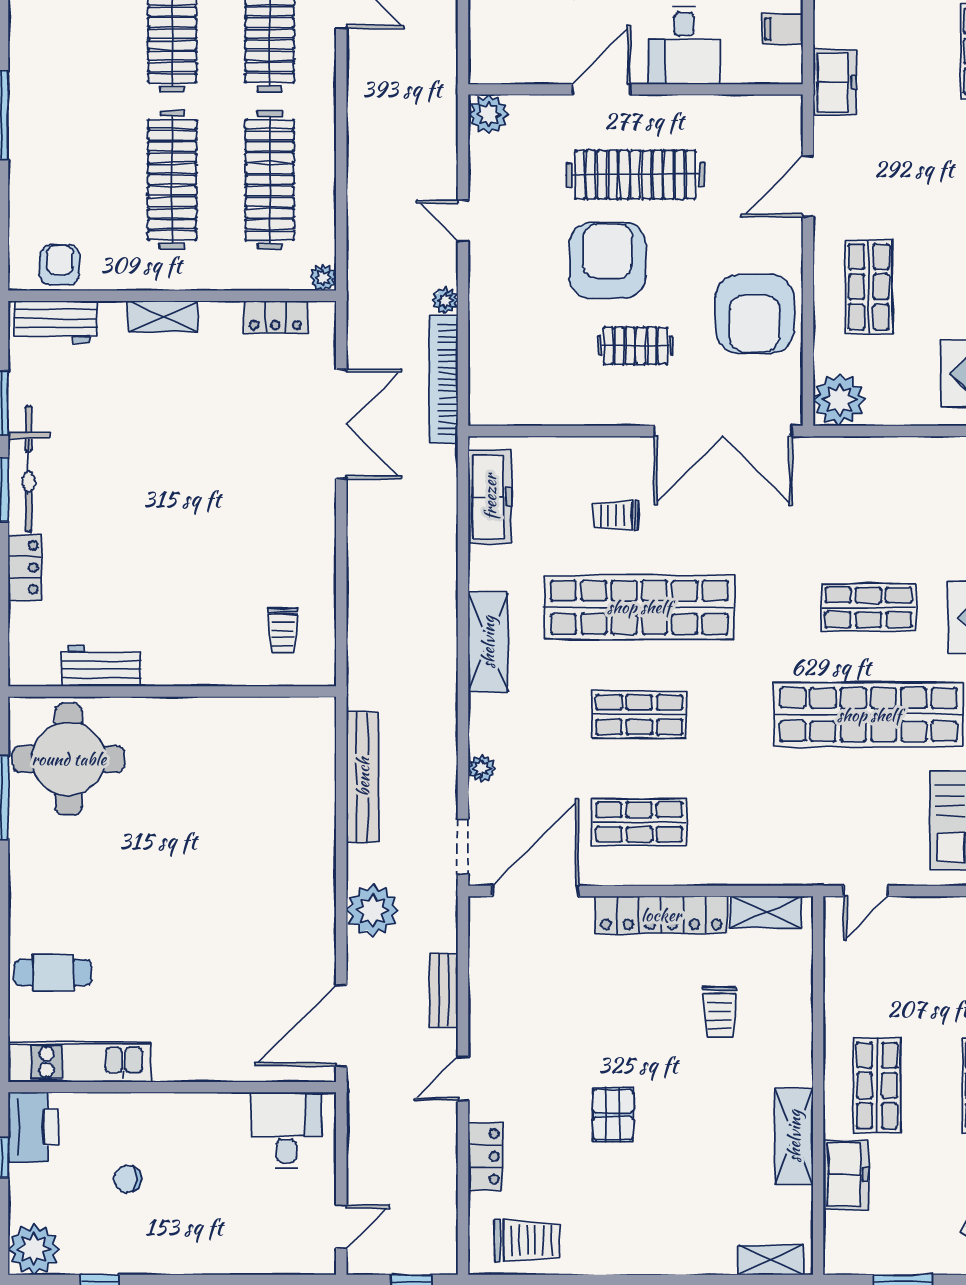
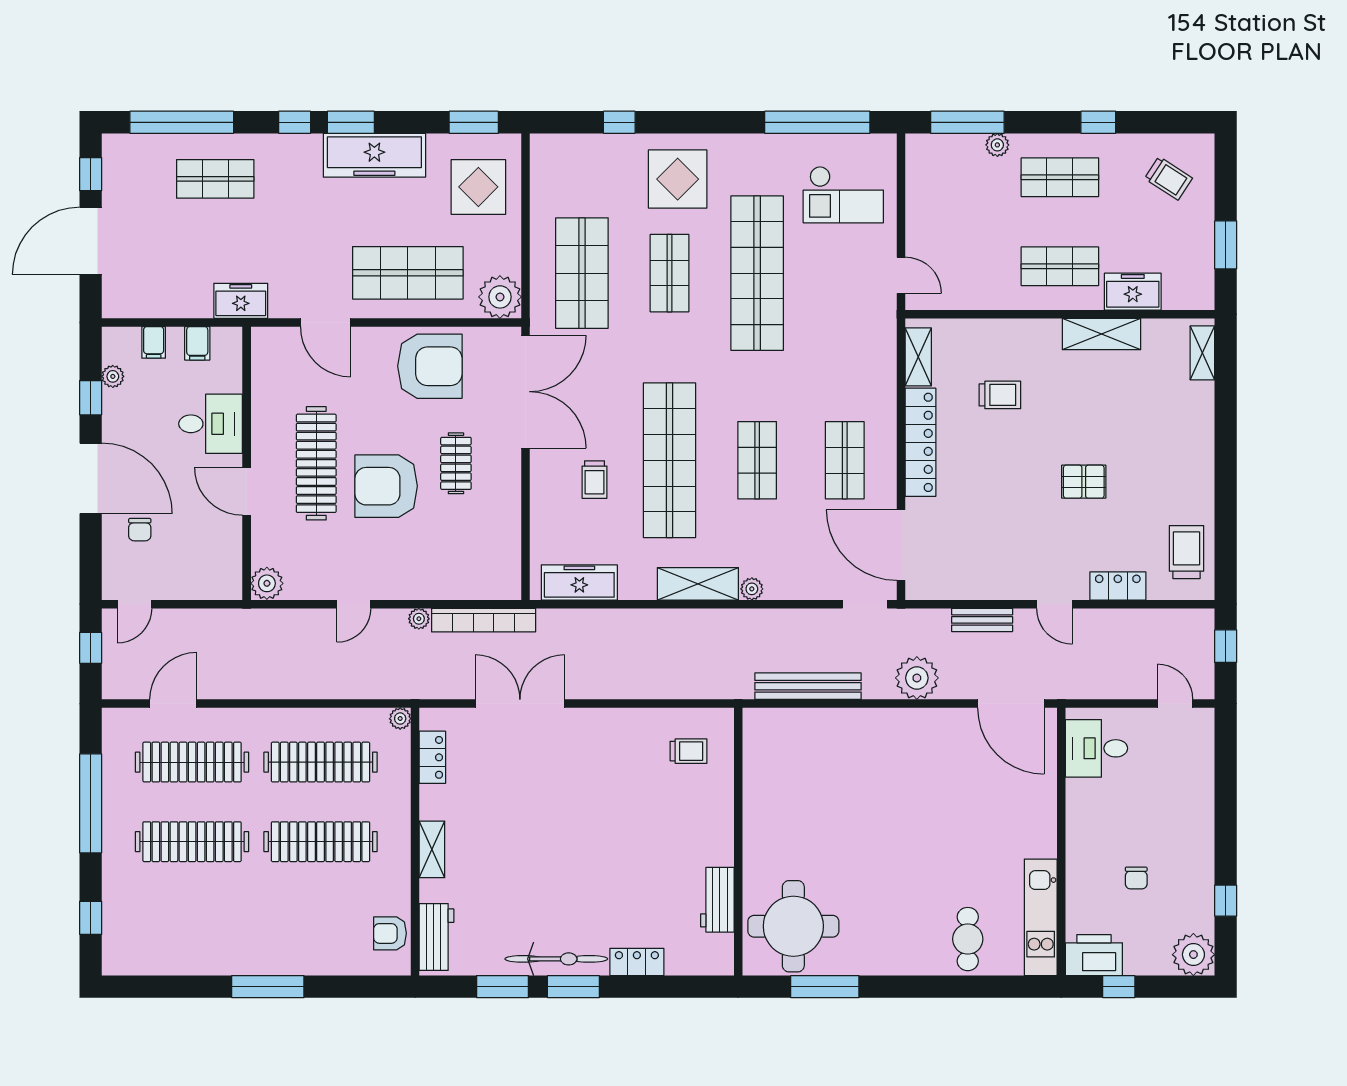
shop shelf: (869, 287) -> (408, 273), width x1.43, depth x1.36
shop shelf: (869, 500) -> (582, 273), added
plant: (482, 768) -> (752, 589), moved

